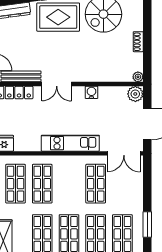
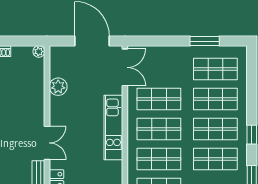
water cooler: (91, 92) -> (56, 104), removed
plant: (135, 94) -> (58, 87), moved
shop shelf: (69, 184) -> (159, 129), added

